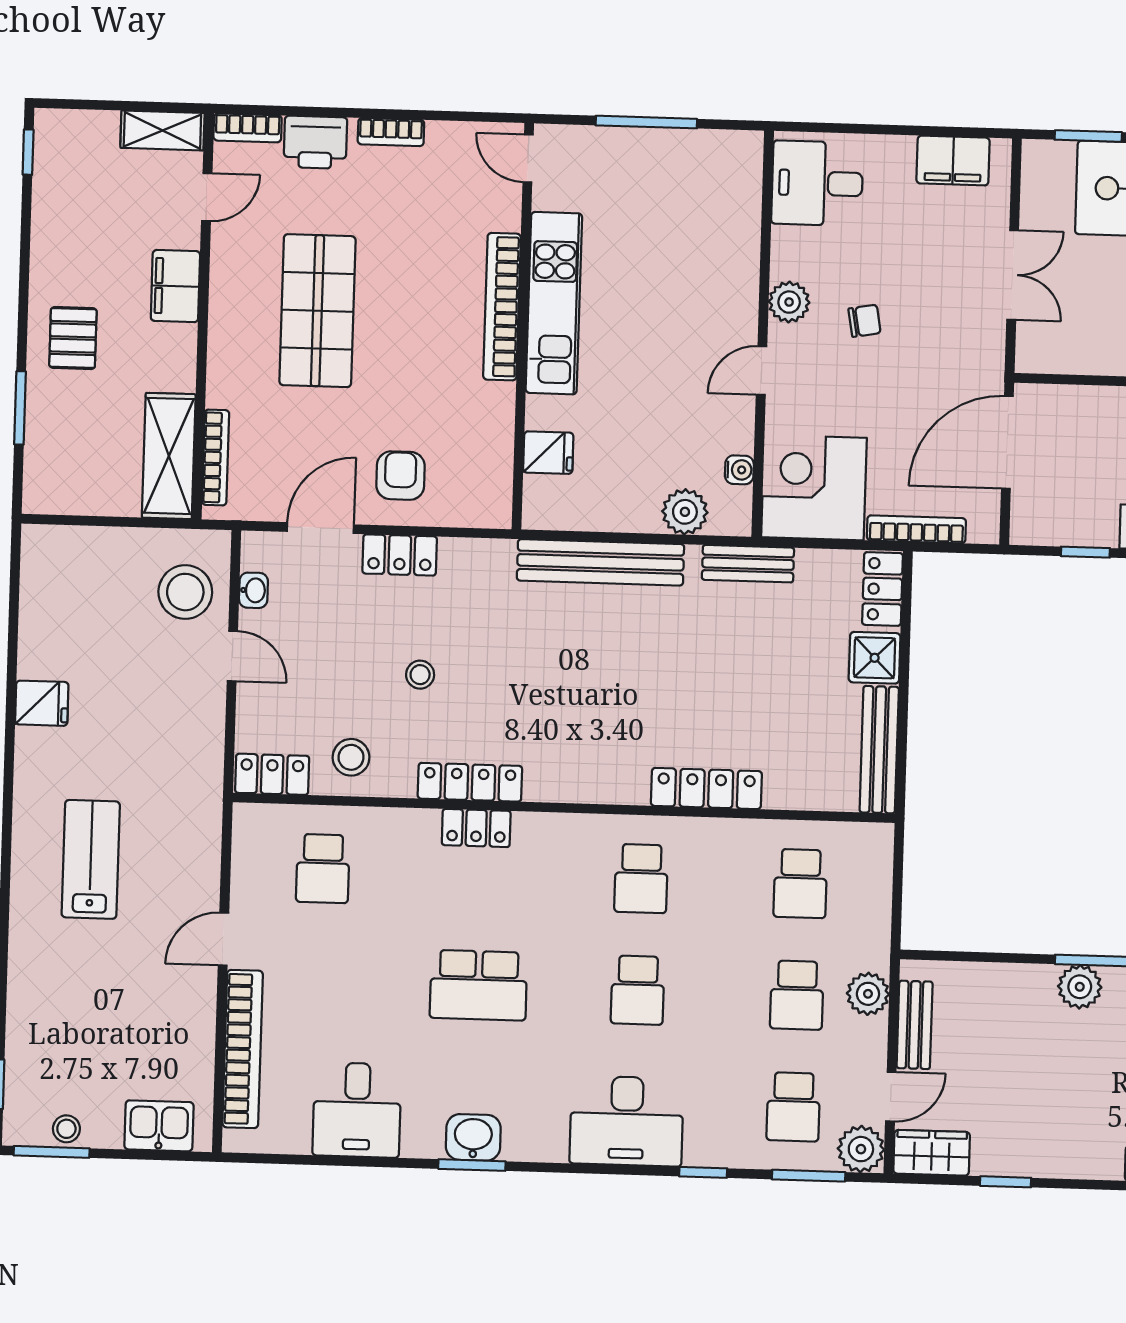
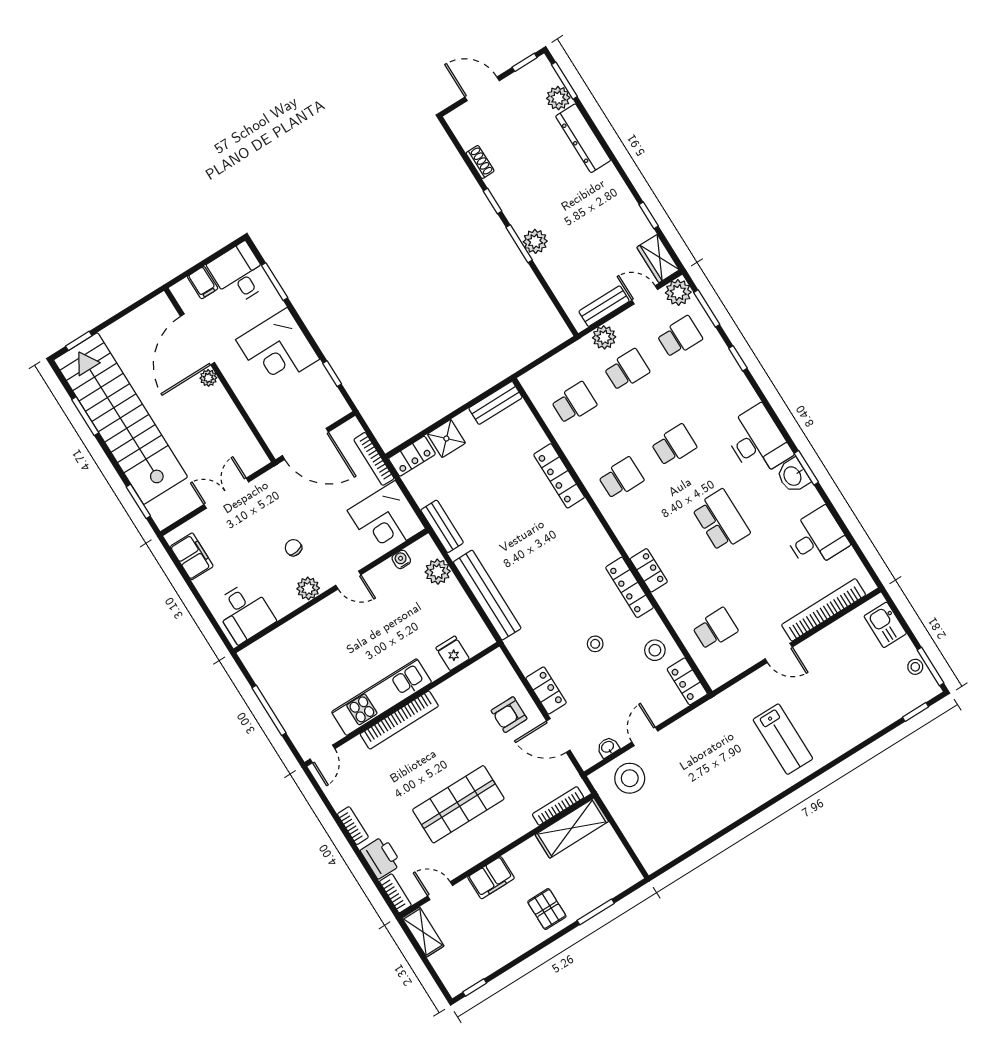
pallet: (73, 338) -> (547, 909), turned 90
fridge: (42, 703) -> (726, 810), removed
bench: (879, 750) -> (496, 403), width x0.73
lab bench: (91, 859) -> (783, 739), turned -90
desk: (627, 1121) -> (758, 441), moved

